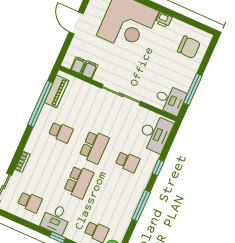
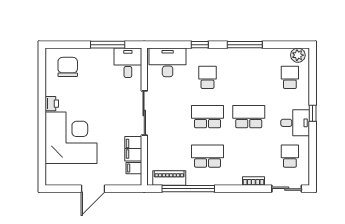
filing cabinet: (90, 70) -> (133, 149), width x2.00
school desk: (61, 132) -> (208, 156), width x1.85

